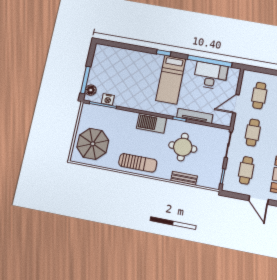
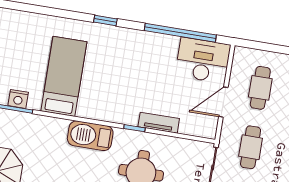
desk: (210, 76) -> (203, 60), moved
bed: (171, 80) -> (64, 76), moved, turned 180
tv unit: (195, 116) -> (159, 123), width x0.71

